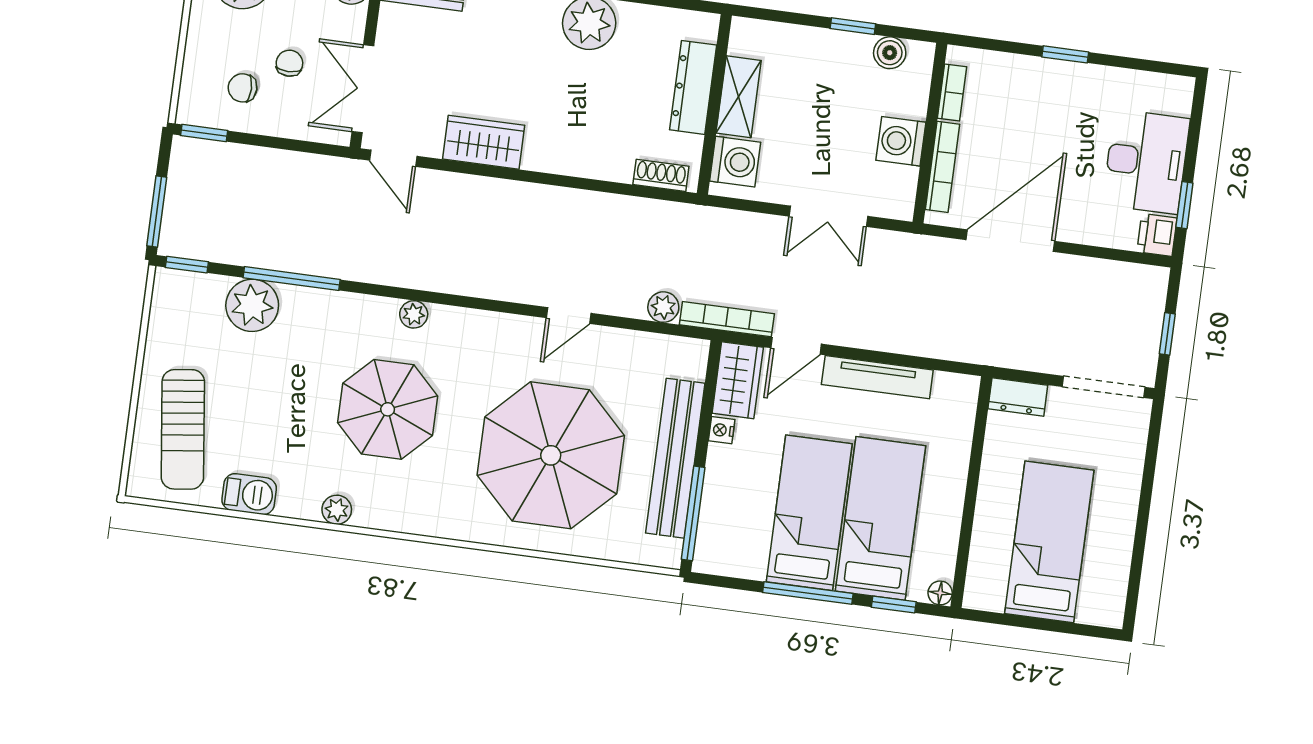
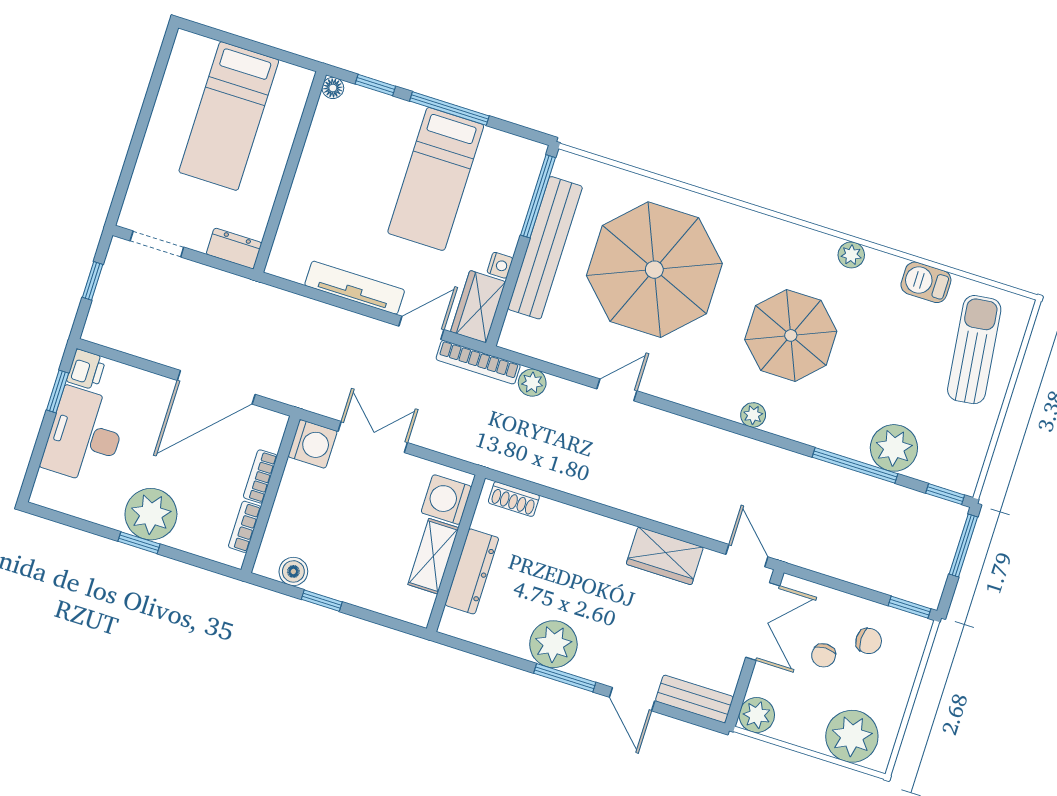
plant: (1058, 88) -> (151, 514), added
washing machine: (901, 141) -> (313, 444), moved
bookcase: (943, 167) -> (260, 476), width x0.64
doorway: (1104, 387) -> (157, 244), width x0.73
bed: (880, 518) -> (374, 163), removed

